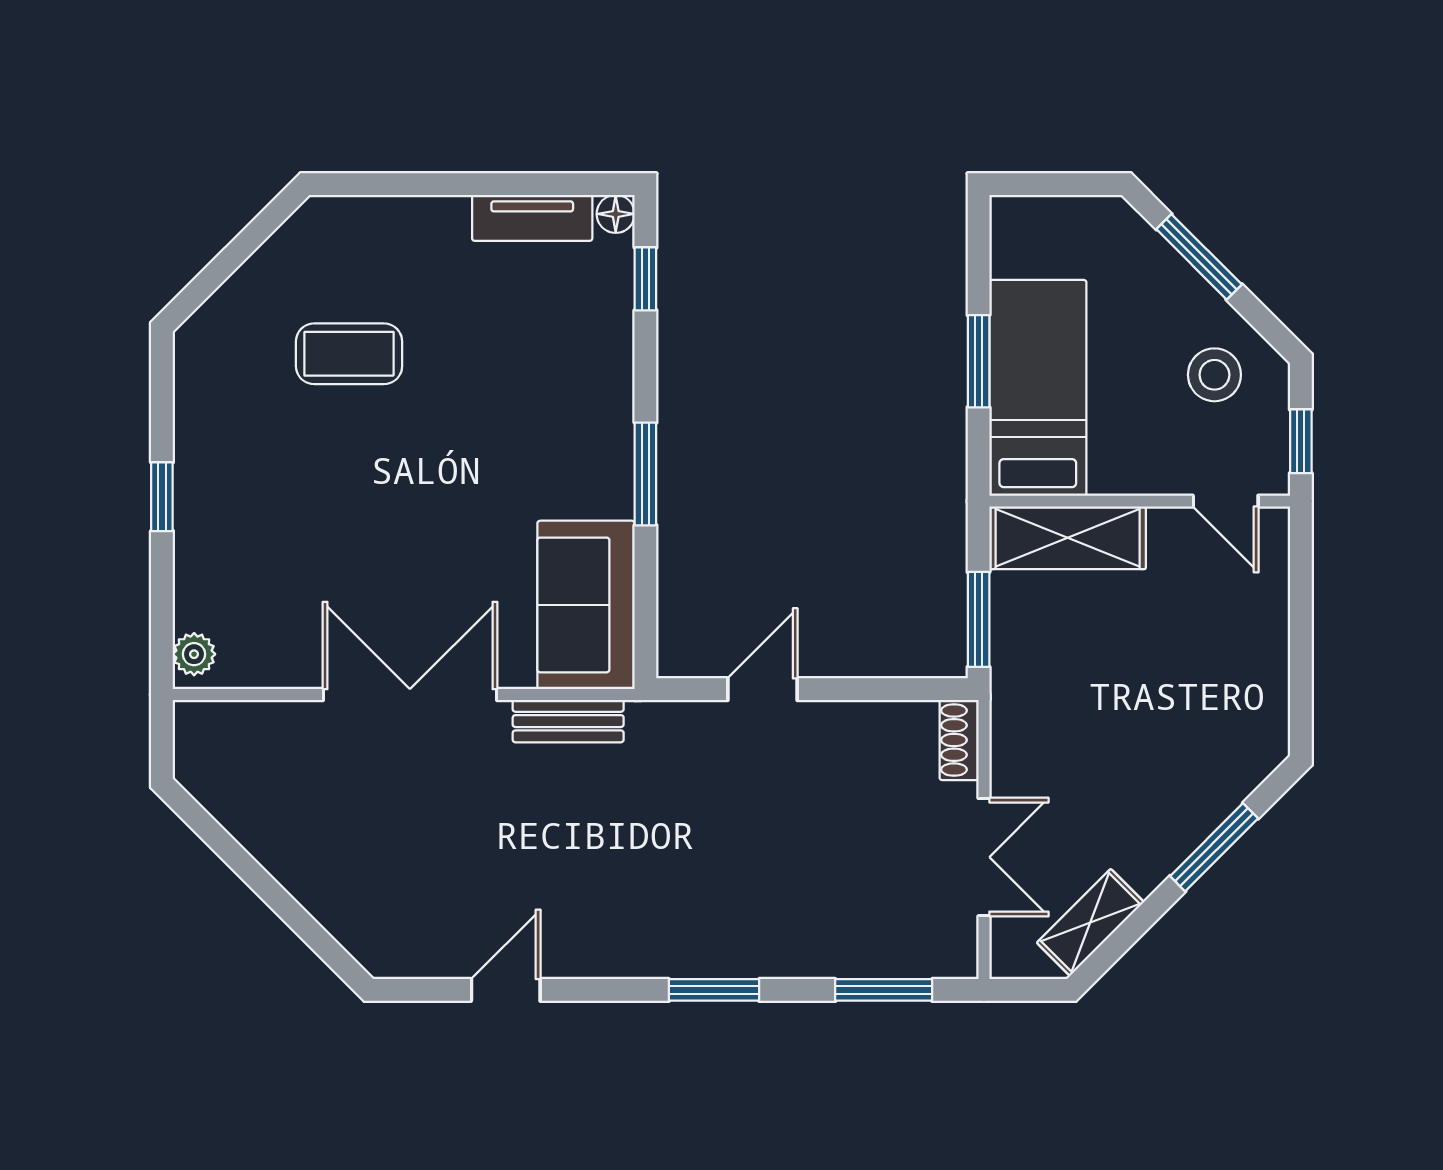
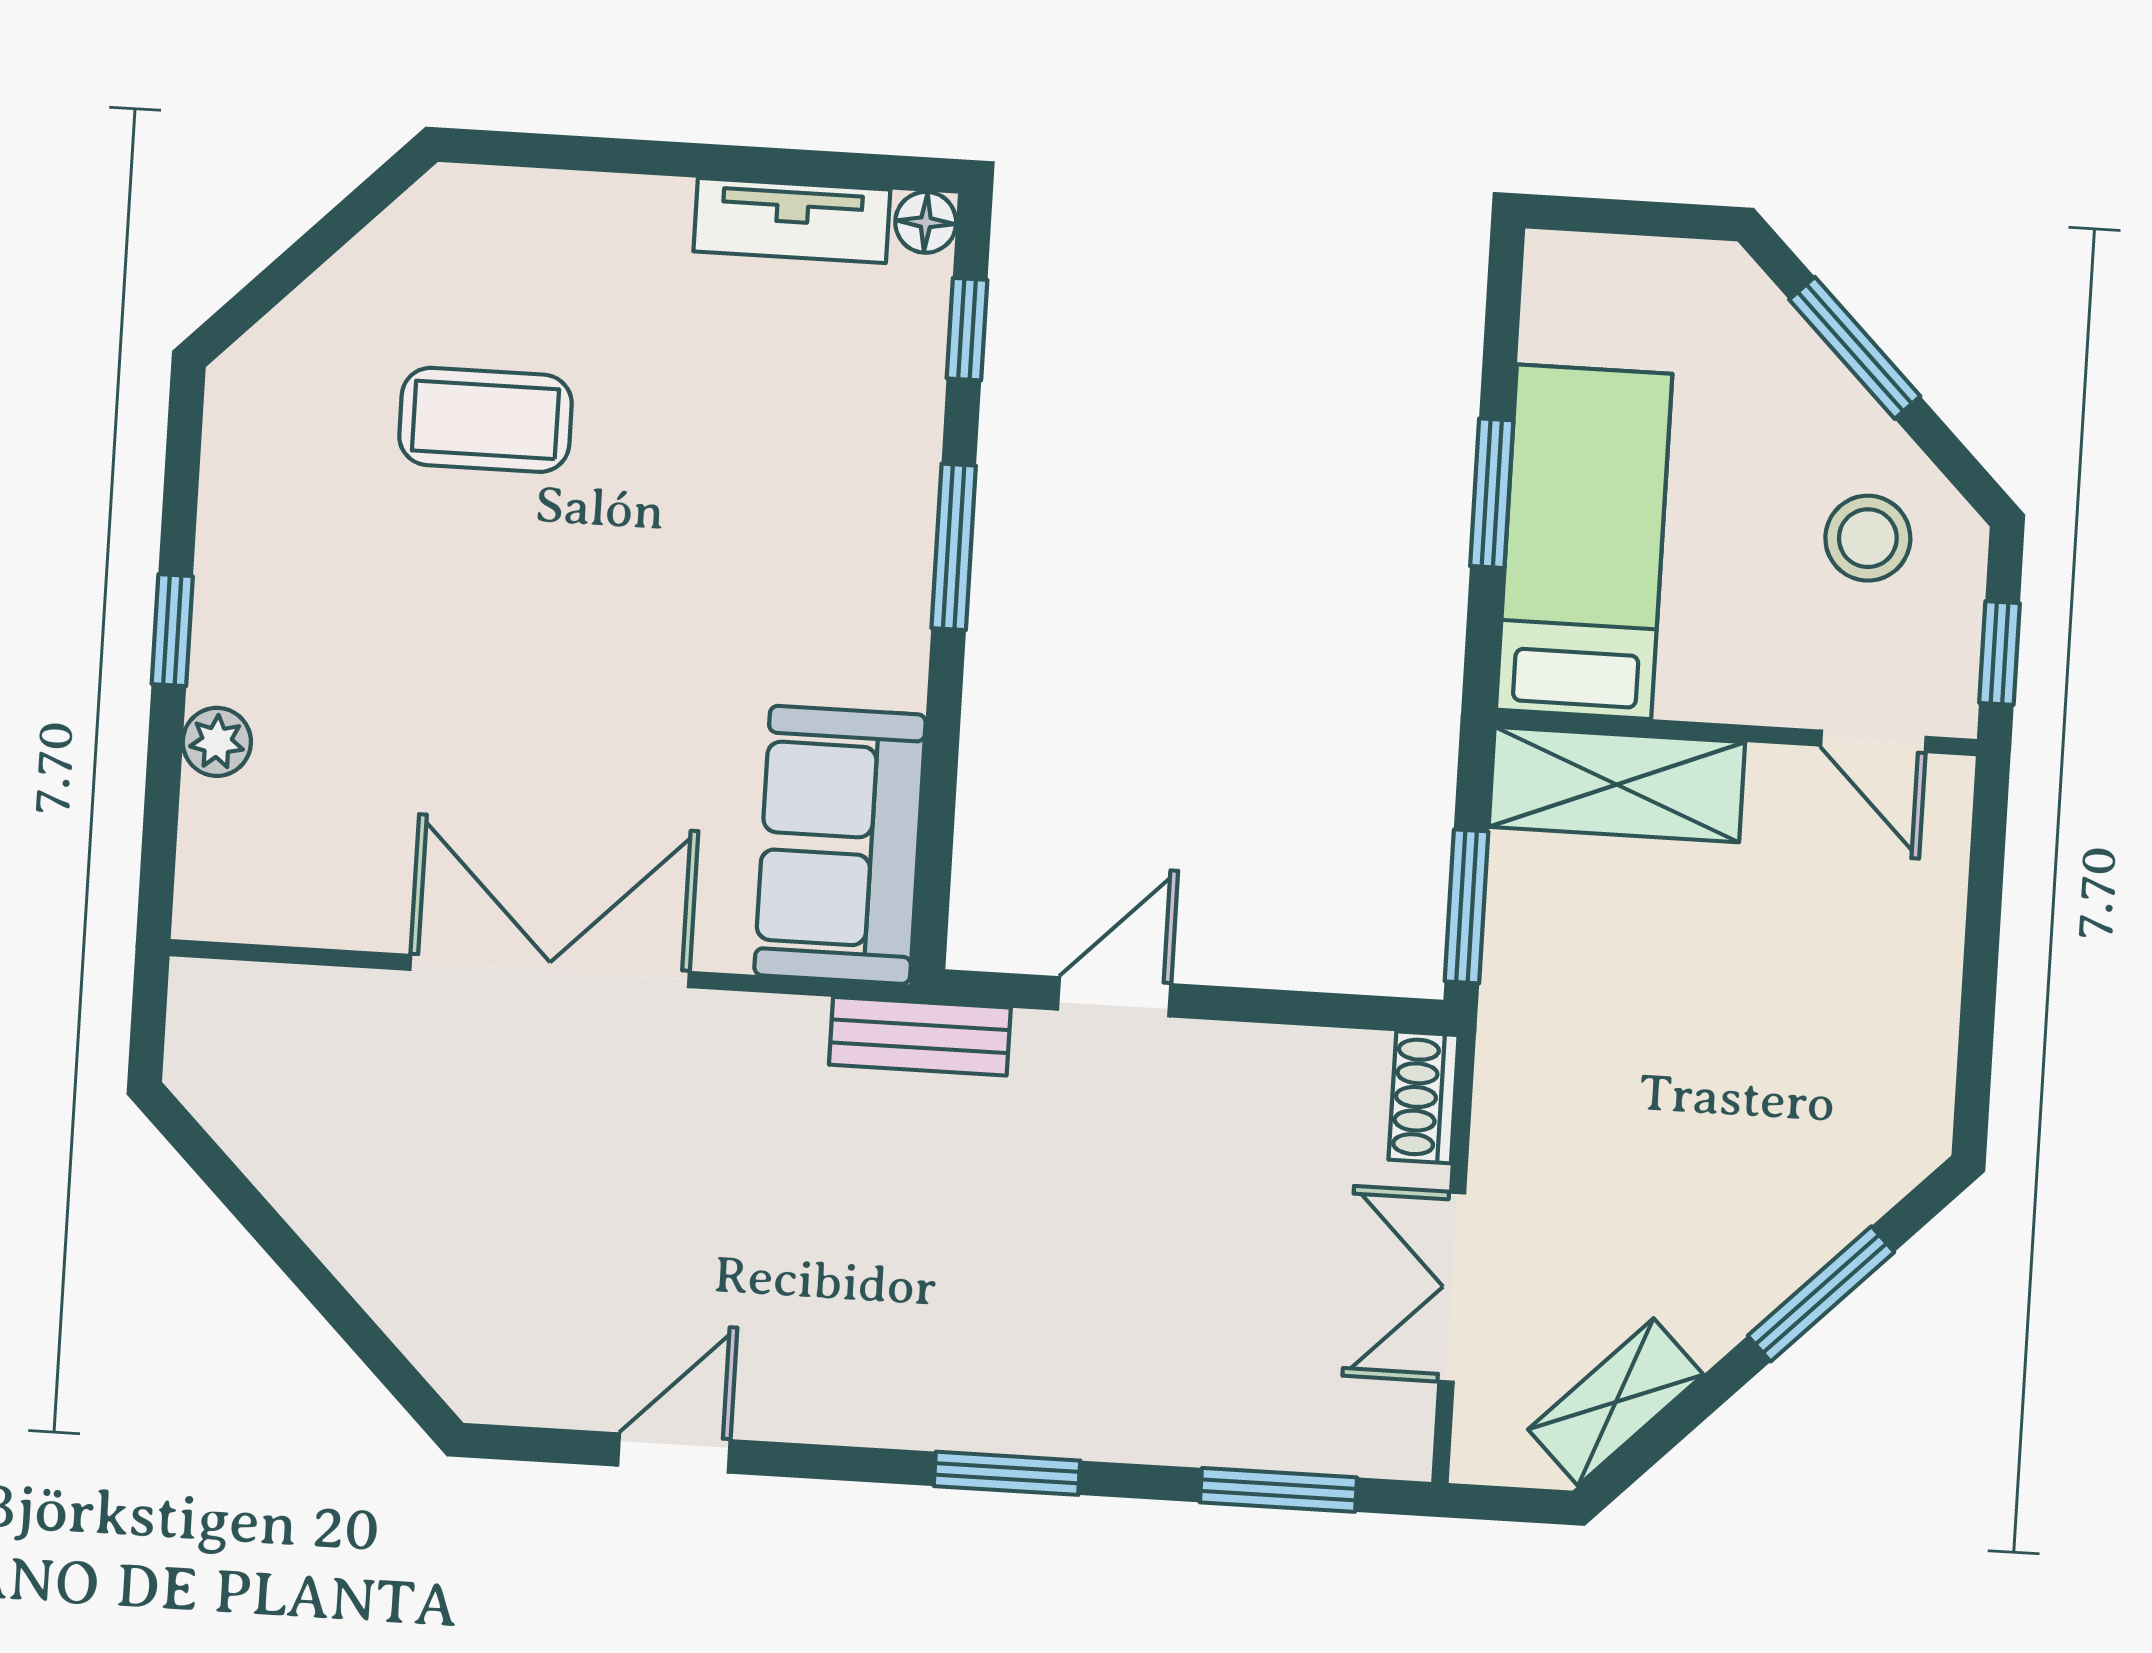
window: (645, 474) -> (954, 547), moved
plant: (194, 654) -> (217, 742), moved
bench: (568, 721) -> (920, 1036), moved
double door: (984, 857) -> (1452, 1287), swing flipped

